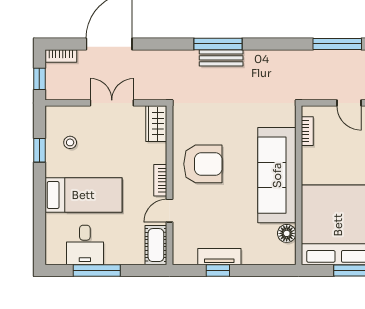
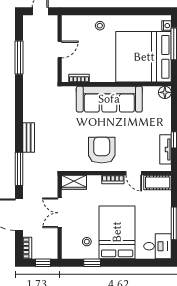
window: (218, 44) -> (19, 169), moved
bed: (83, 195) -> (117, 232), width x1.50
floor lamp: (287, 233) -> (165, 92), moved
desk: (85, 245) -> (157, 246), moved
tv unit: (219, 257) -> (165, 149), moved

